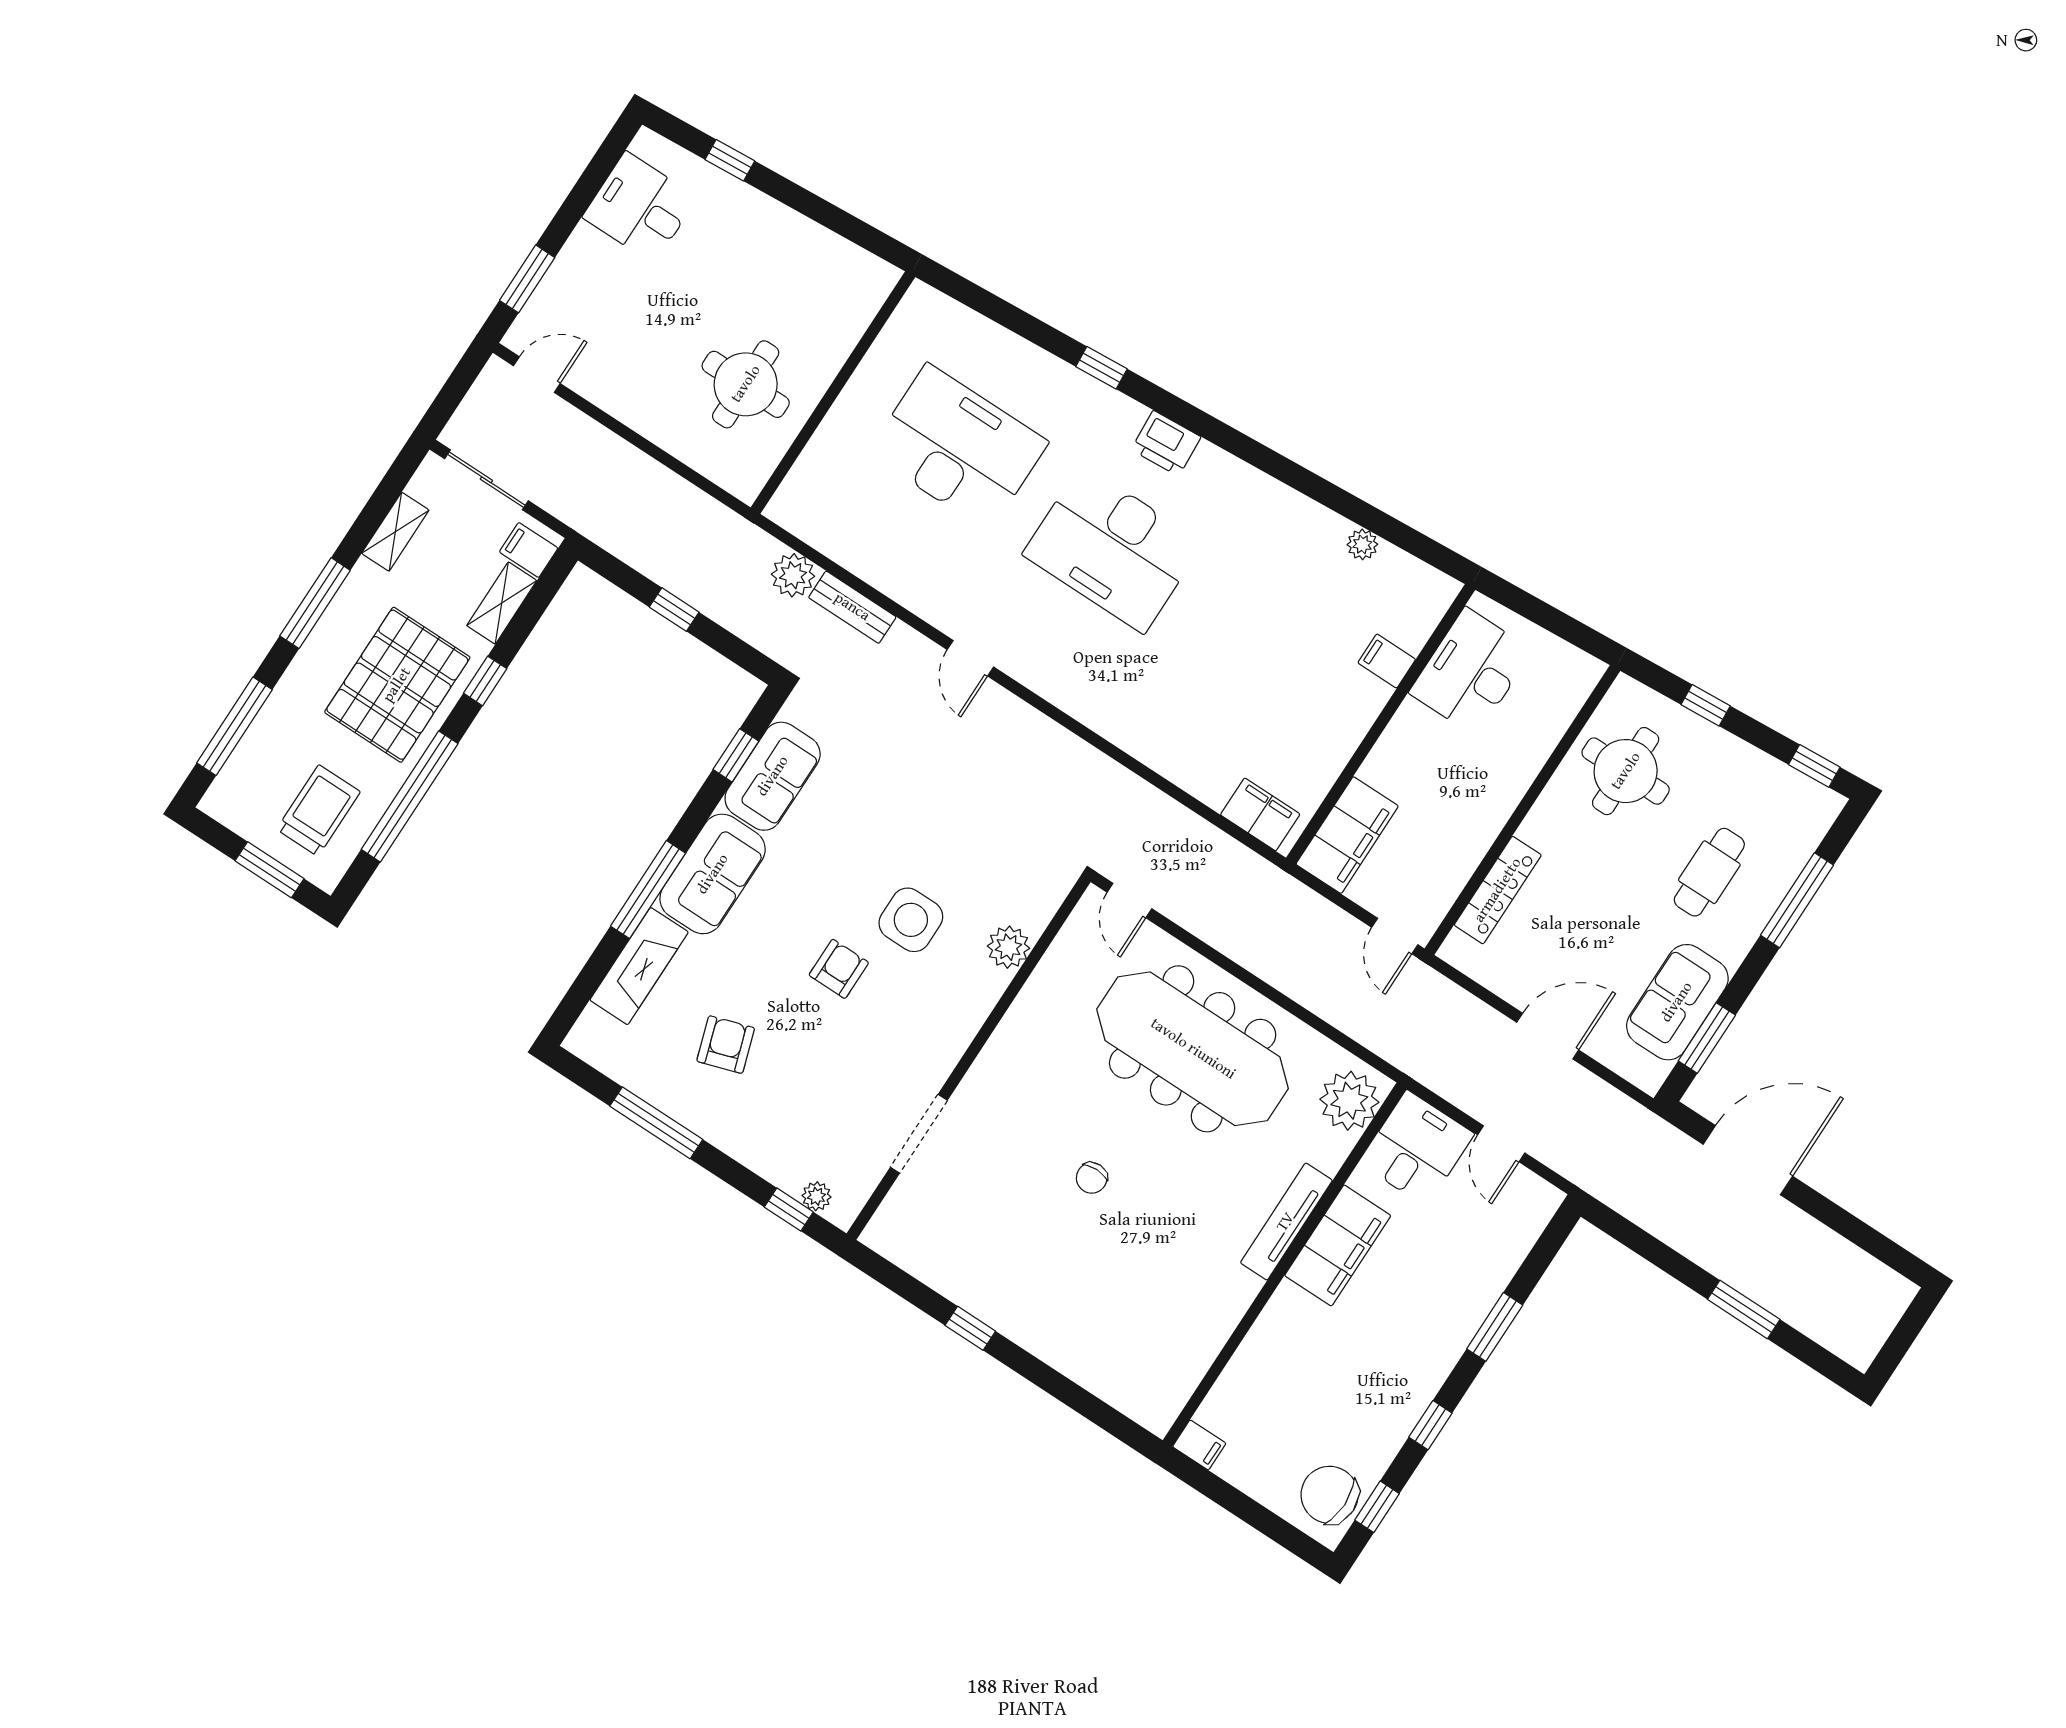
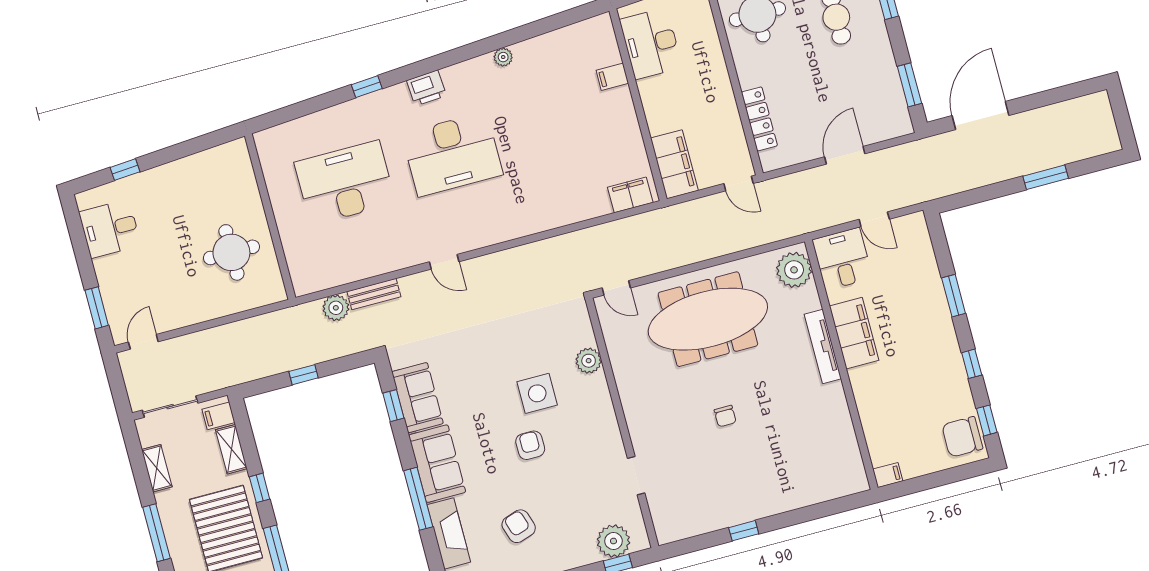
plant: (1362, 544) -> (503, 57), moved
sofa: (1677, 1002) -> (882, 84), removed
doorway: (919, 1134) -> (636, 476), width x0.73
plant: (816, 1196) -> (613, 541), width x1.88, depth x1.88

